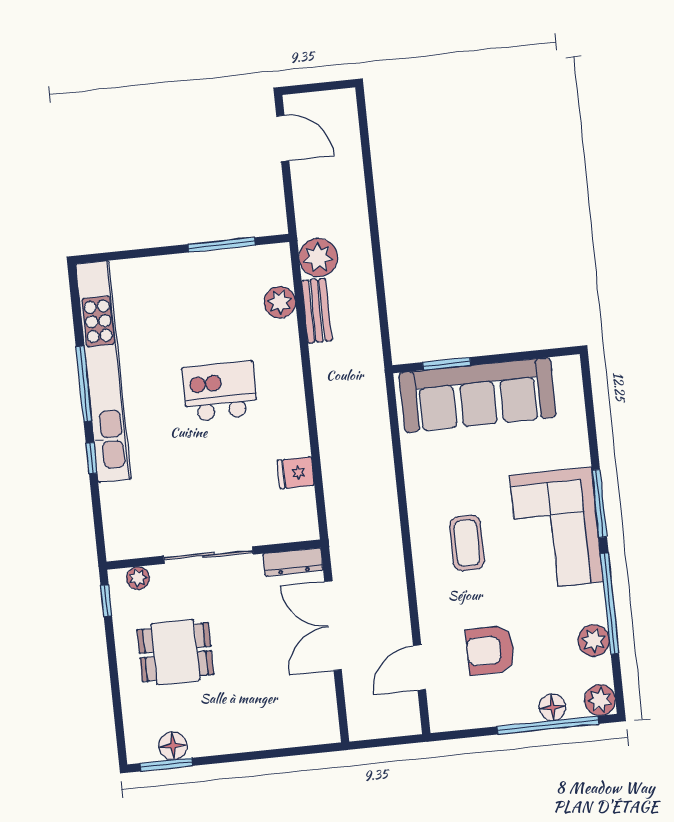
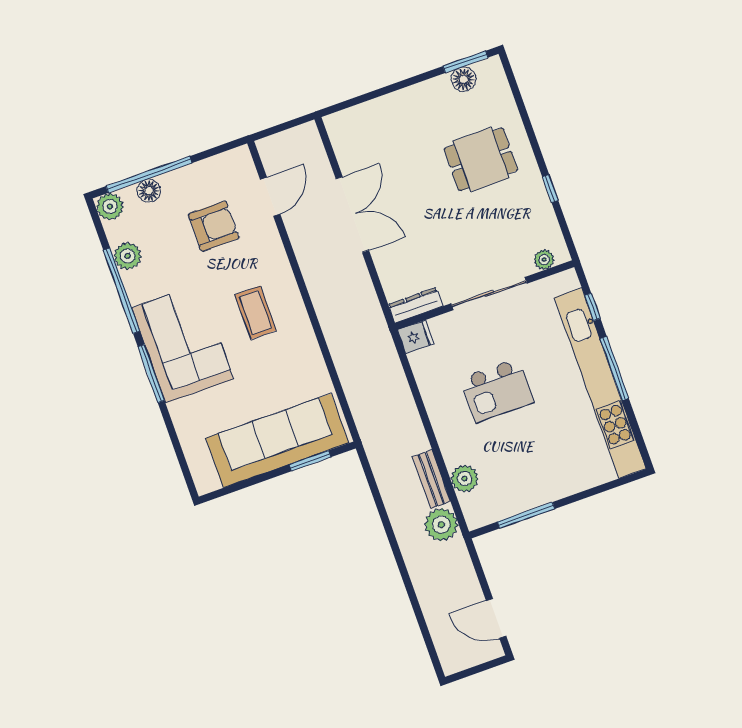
sliding door: (208, 555) -> (489, 294), moved
wall: (214, 555) -> (485, 295), moved
dresser: (293, 562) -> (416, 305), moved
plant: (138, 578) -> (544, 260), moved

